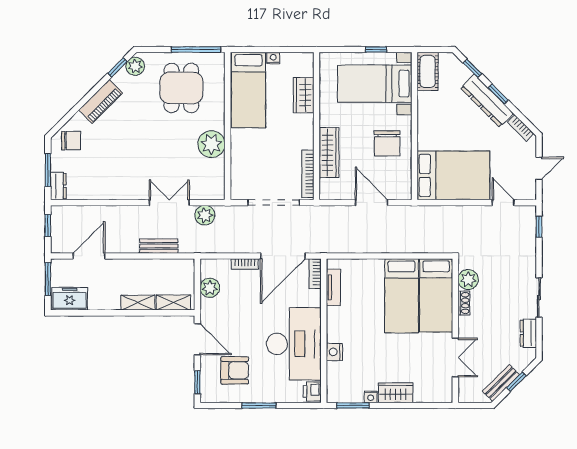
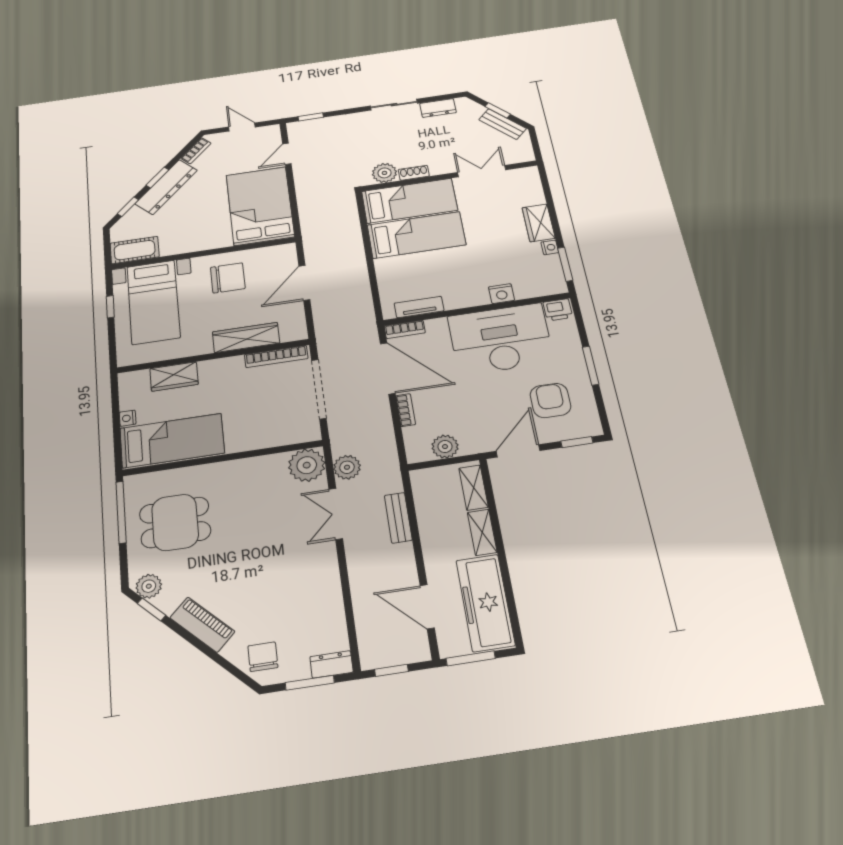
plant: (211, 144) -> (307, 465), moved
freezer: (70, 299) -> (485, 602), width x1.91, depth x1.26

